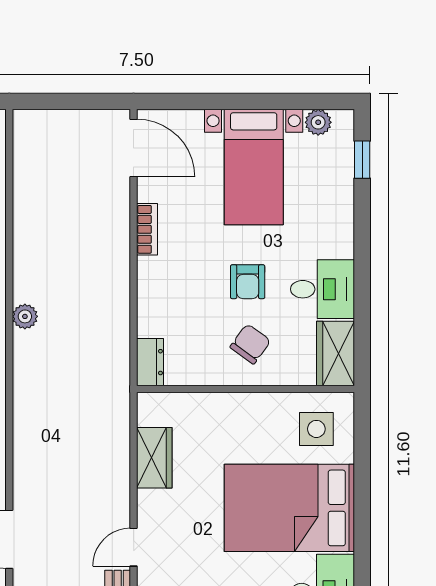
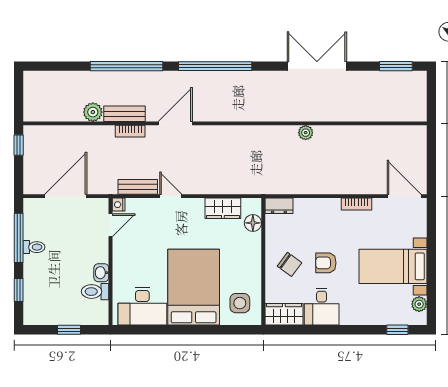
door: (134, 148) -> (404, 196), swing flipped
floor lamp: (179, 407) -> (253, 223), added

